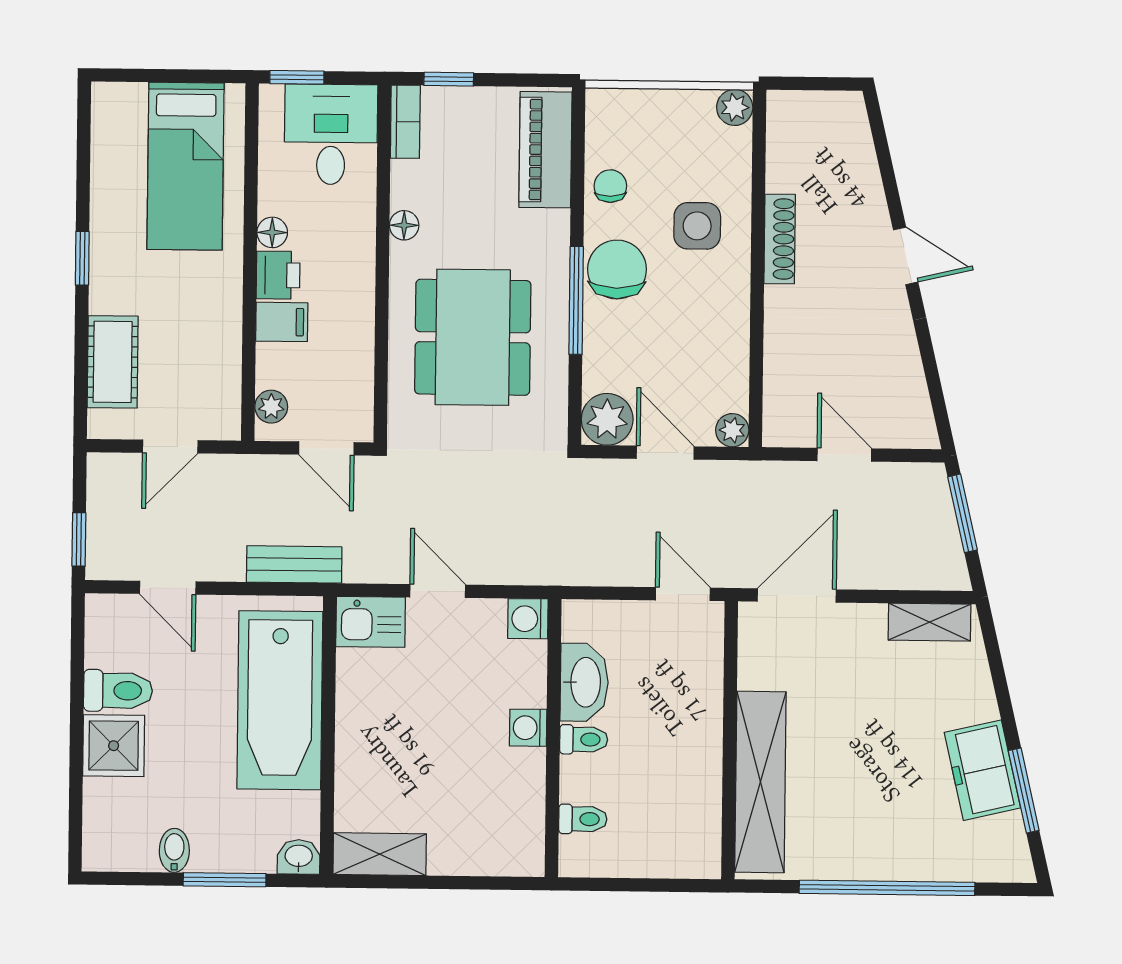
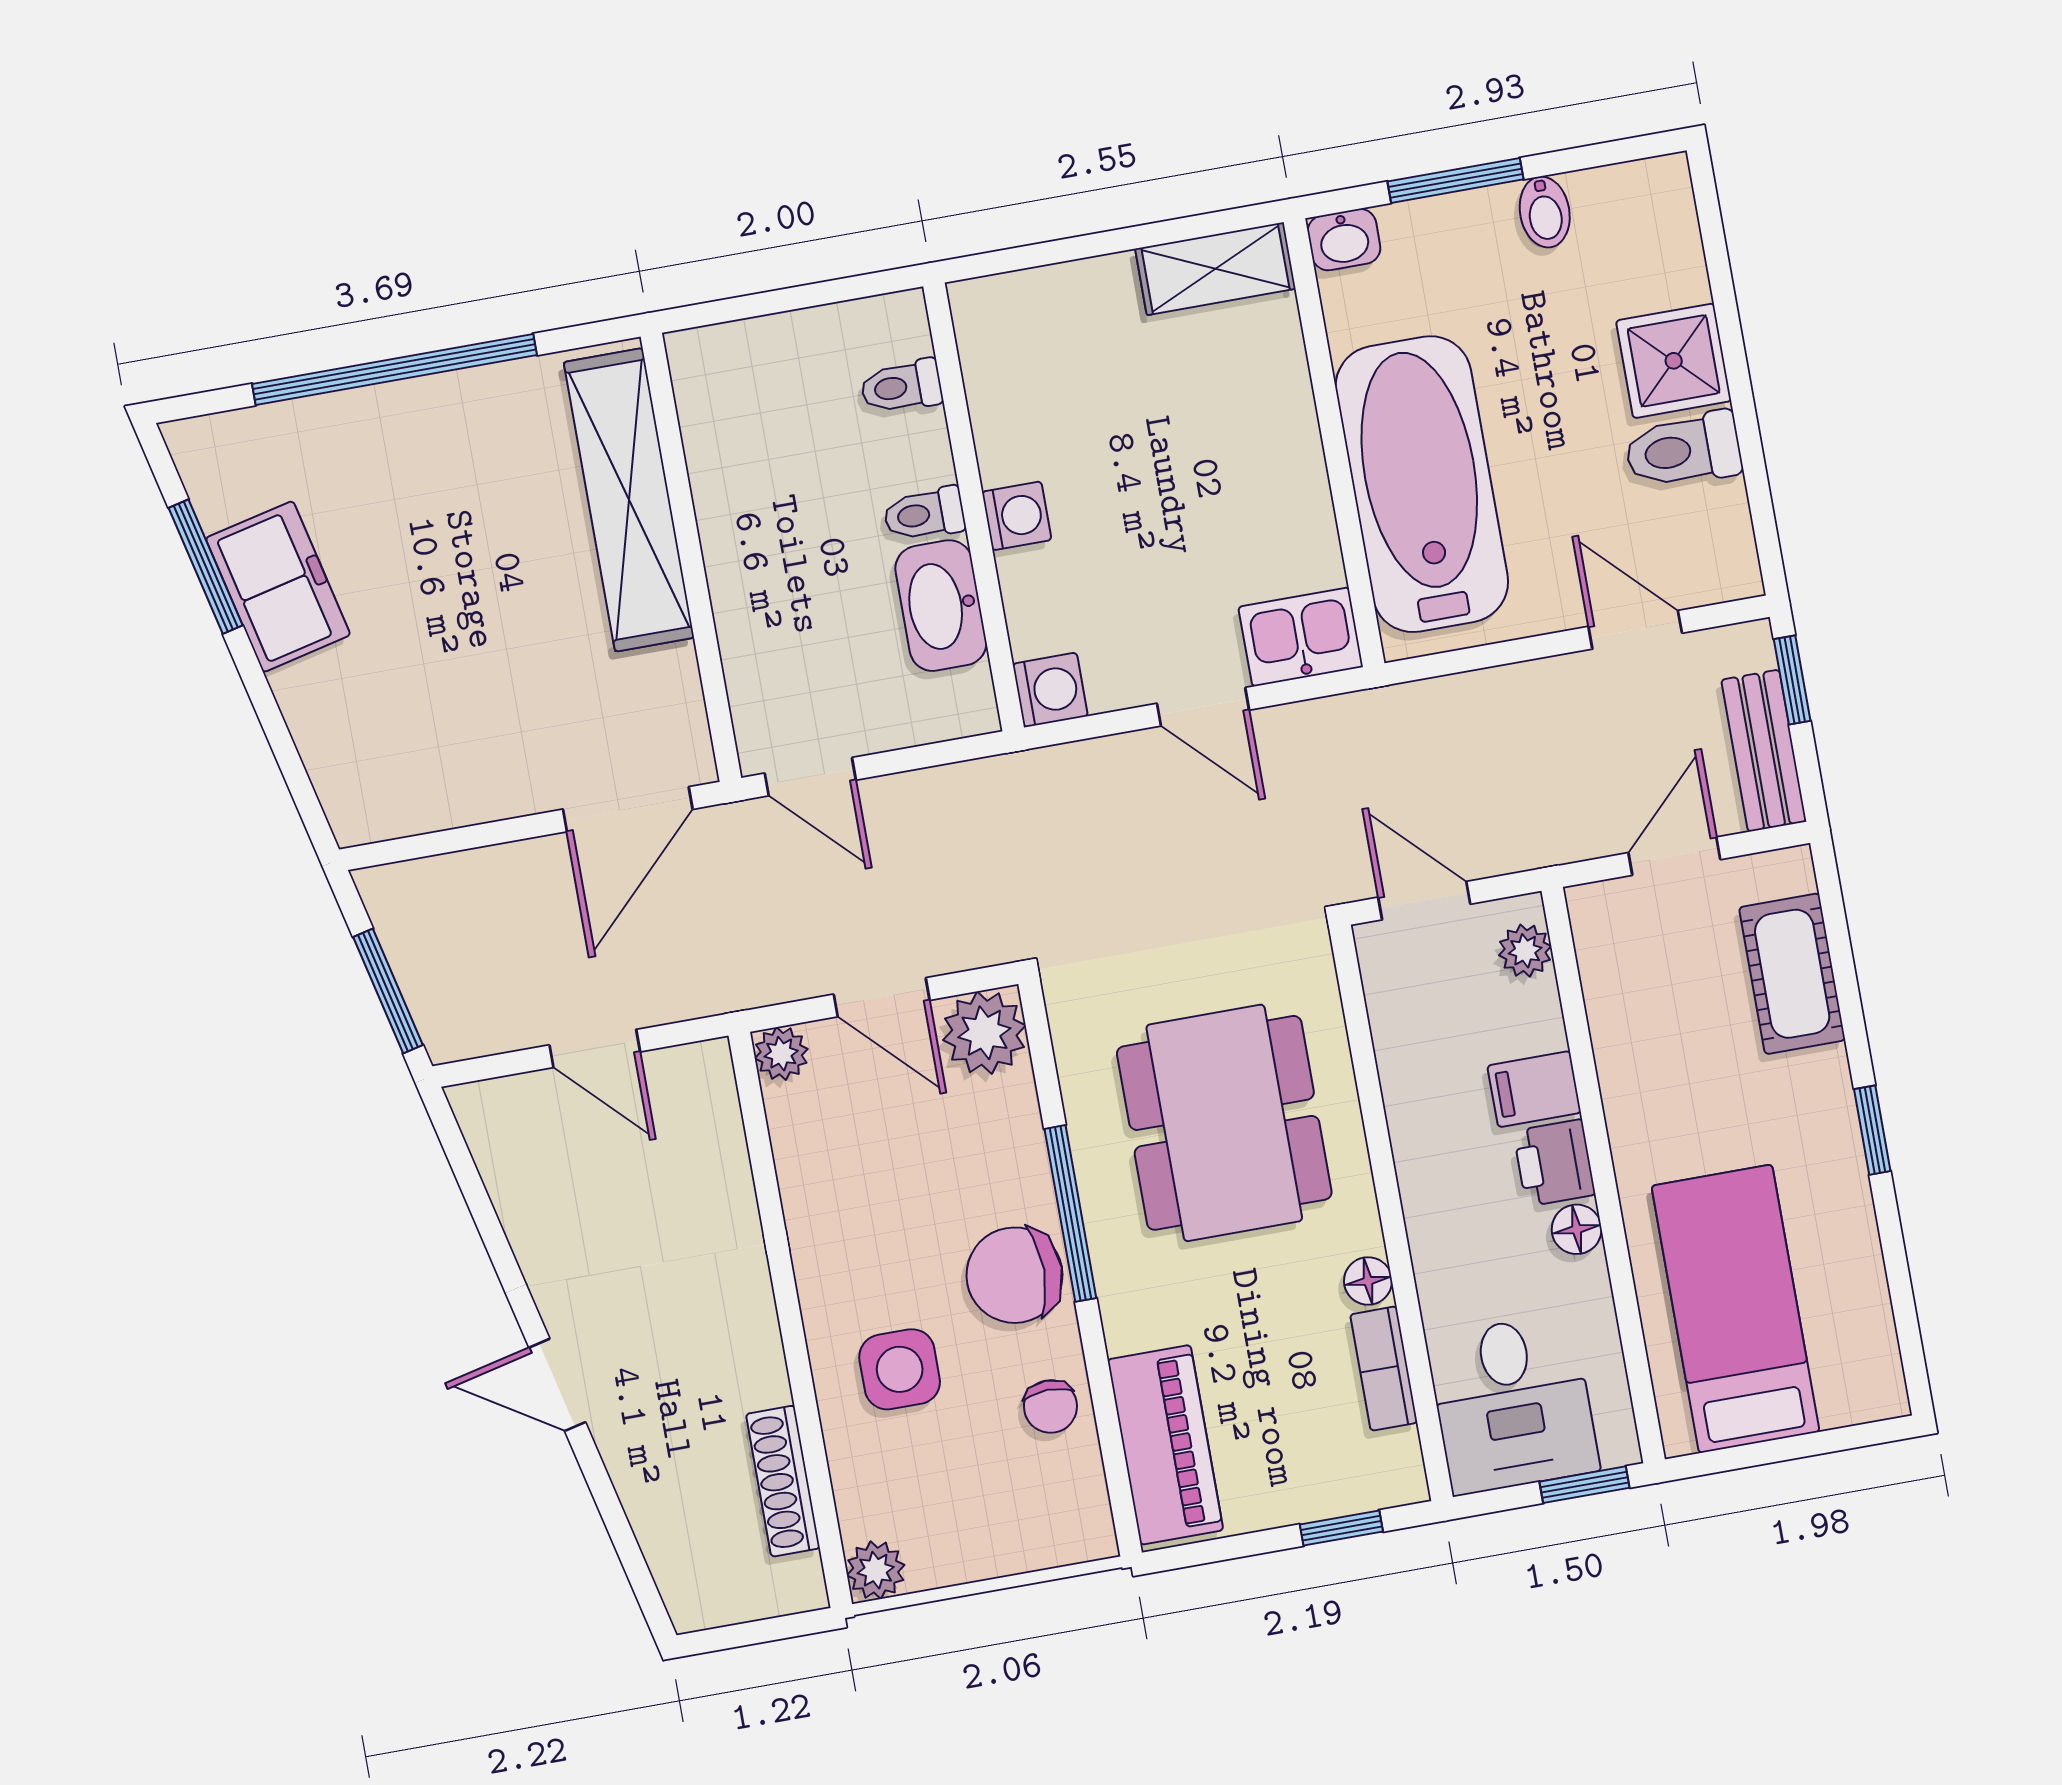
bookcase: (405, 122) -> (1384, 1369), moved
shoe rack: (780, 239) -> (783, 1481), moved
chair: (617, 269) -> (1014, 1275), turned 90
bench: (294, 564) -> (1764, 751), moved, turned 90
shelving: (930, 622) -> (408, 807), removed

